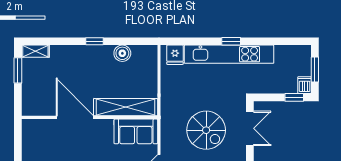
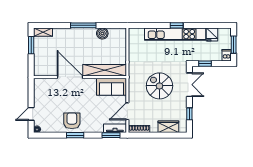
window: (94, 41) -> (83, 25), width x2.17
fridge: (175, 55) -> (212, 34), moved
window: (294, 97) -> (205, 64), moved
spiral stairs: (206, 130) -> (159, 86), turned 180

